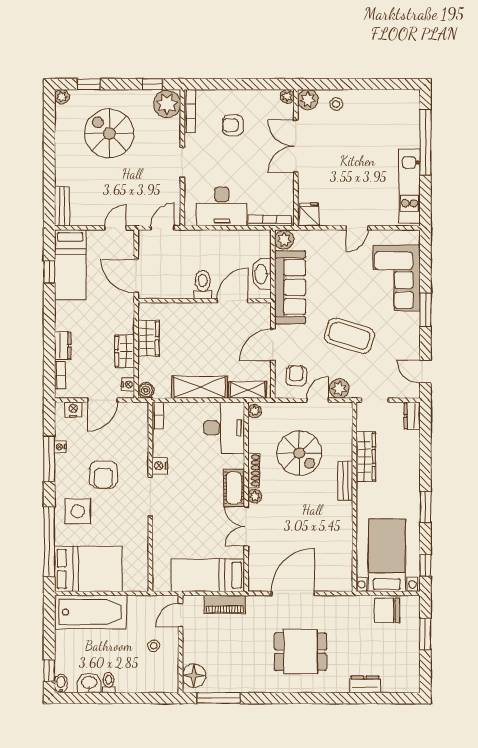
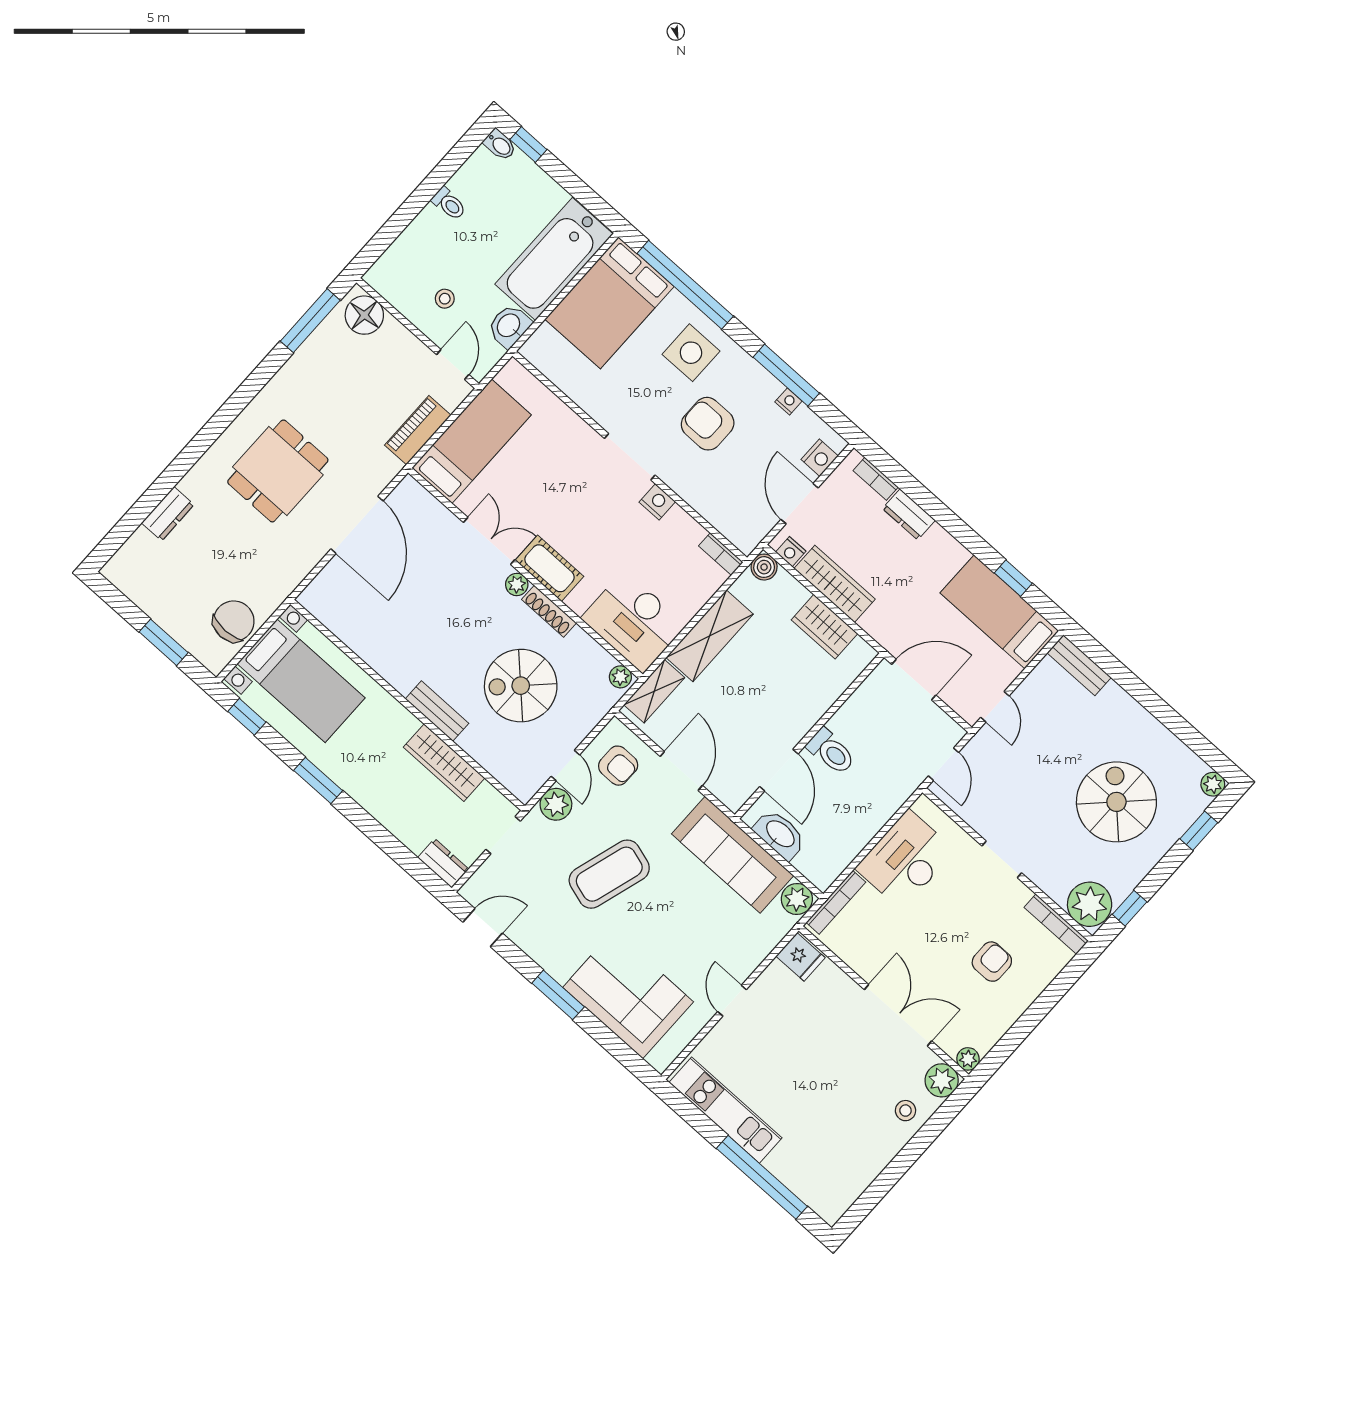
spiral stairs: (109, 134) -> (1116, 802), turned -90
wardrobe: (125, 351) -> (835, 584), width x1.50
washbasin: (89, 683) -> (509, 326), moved, turned 180

